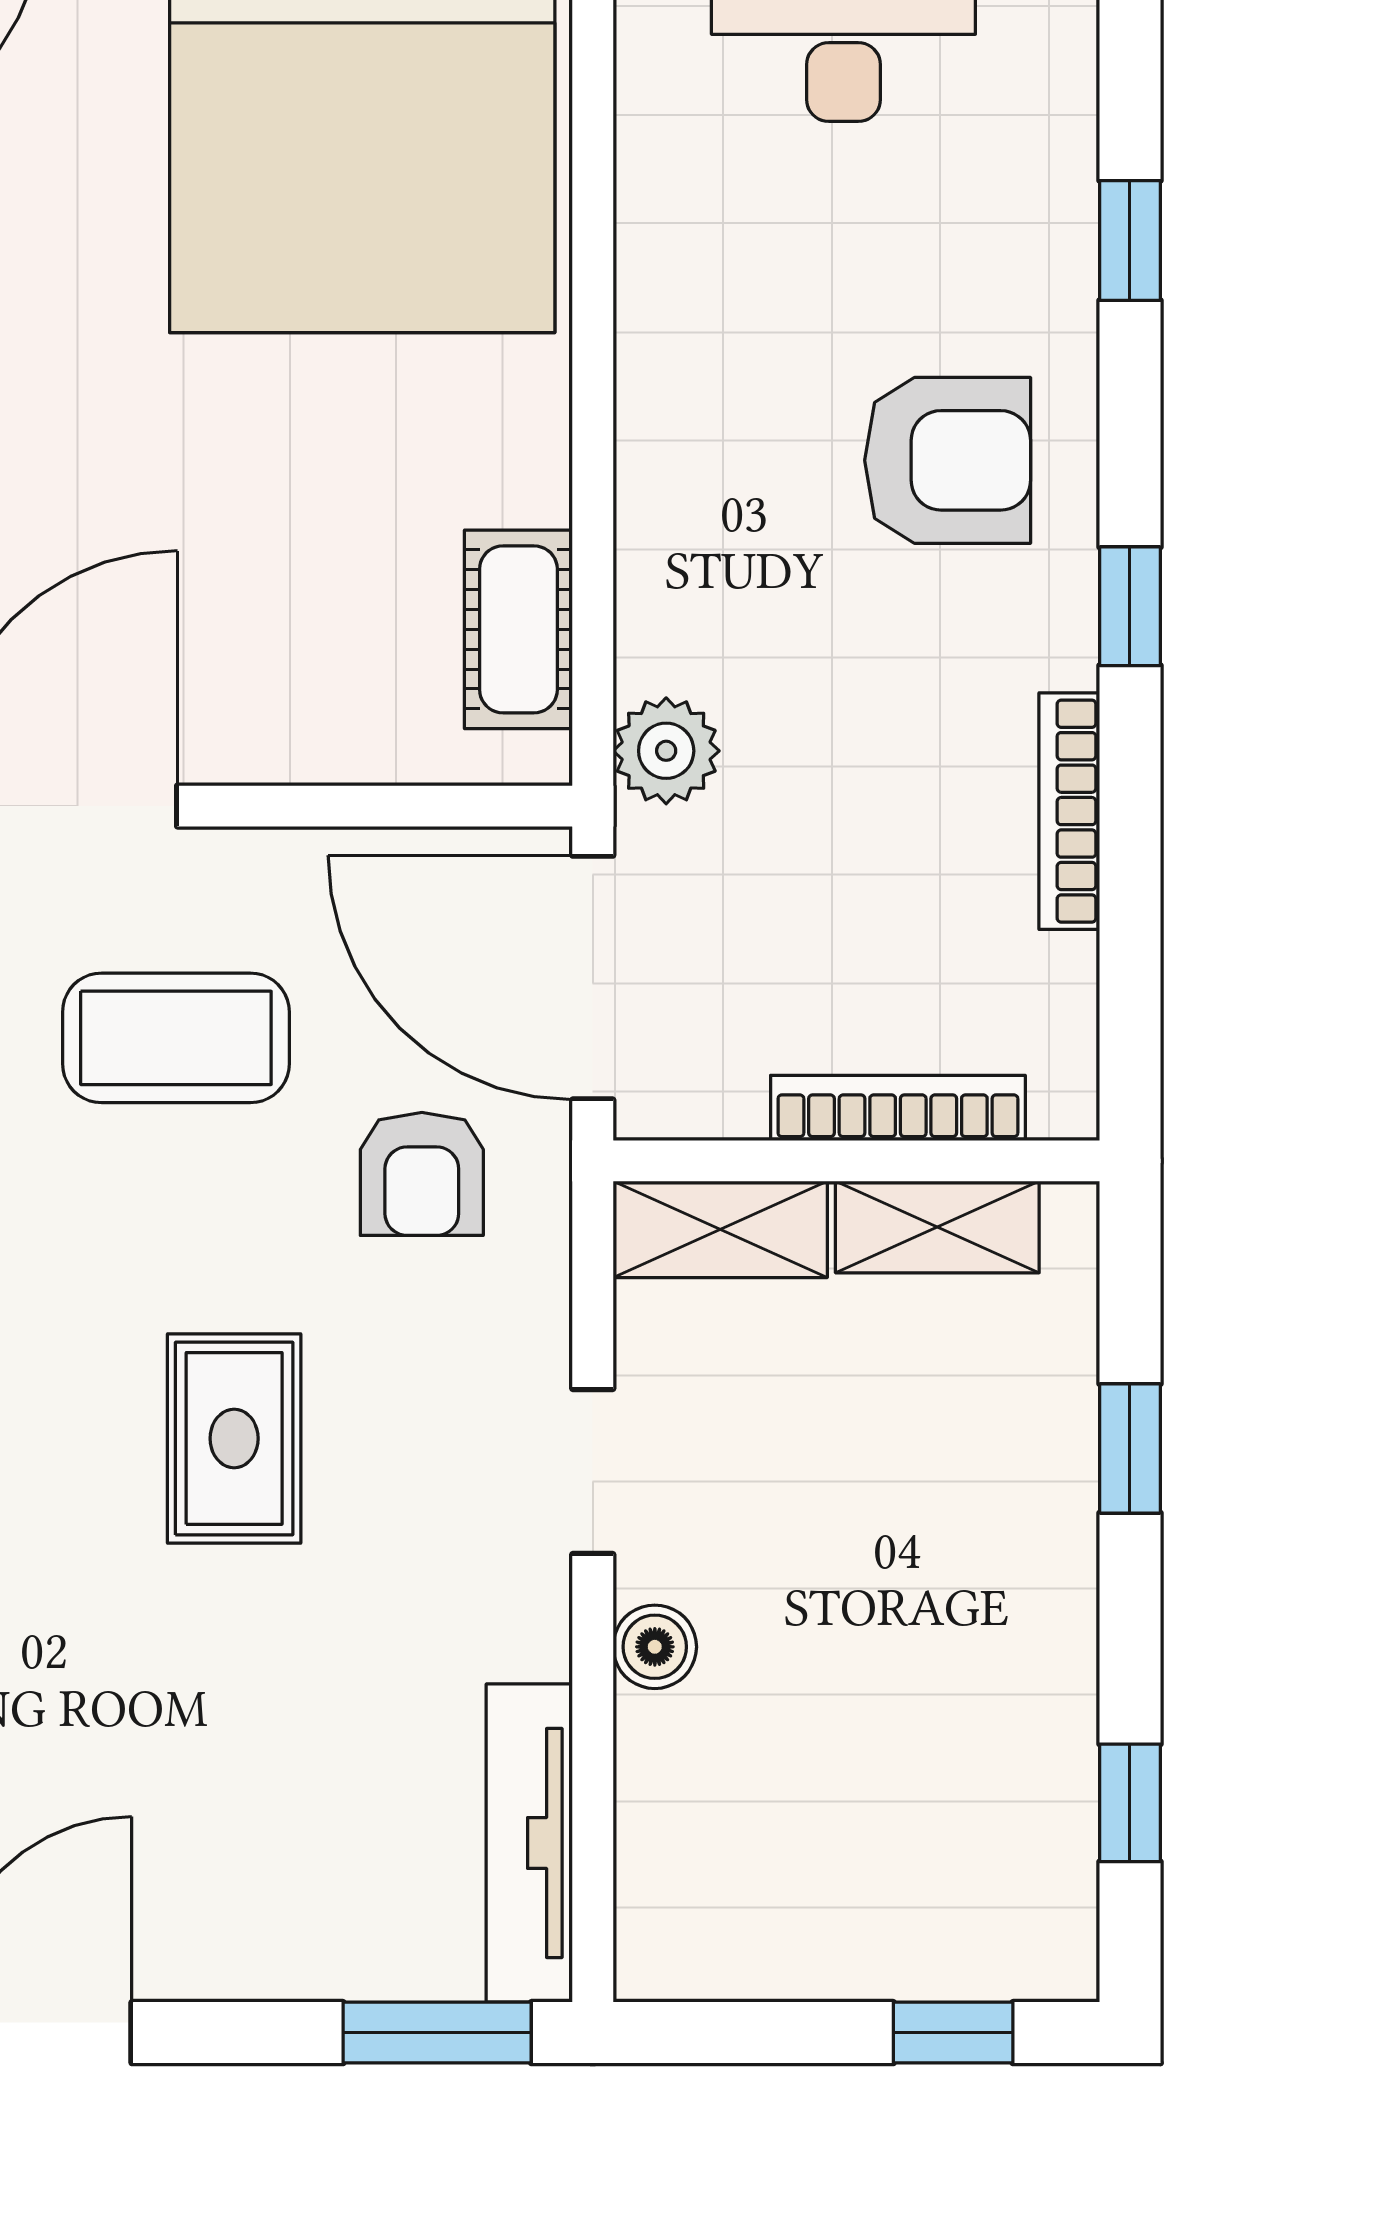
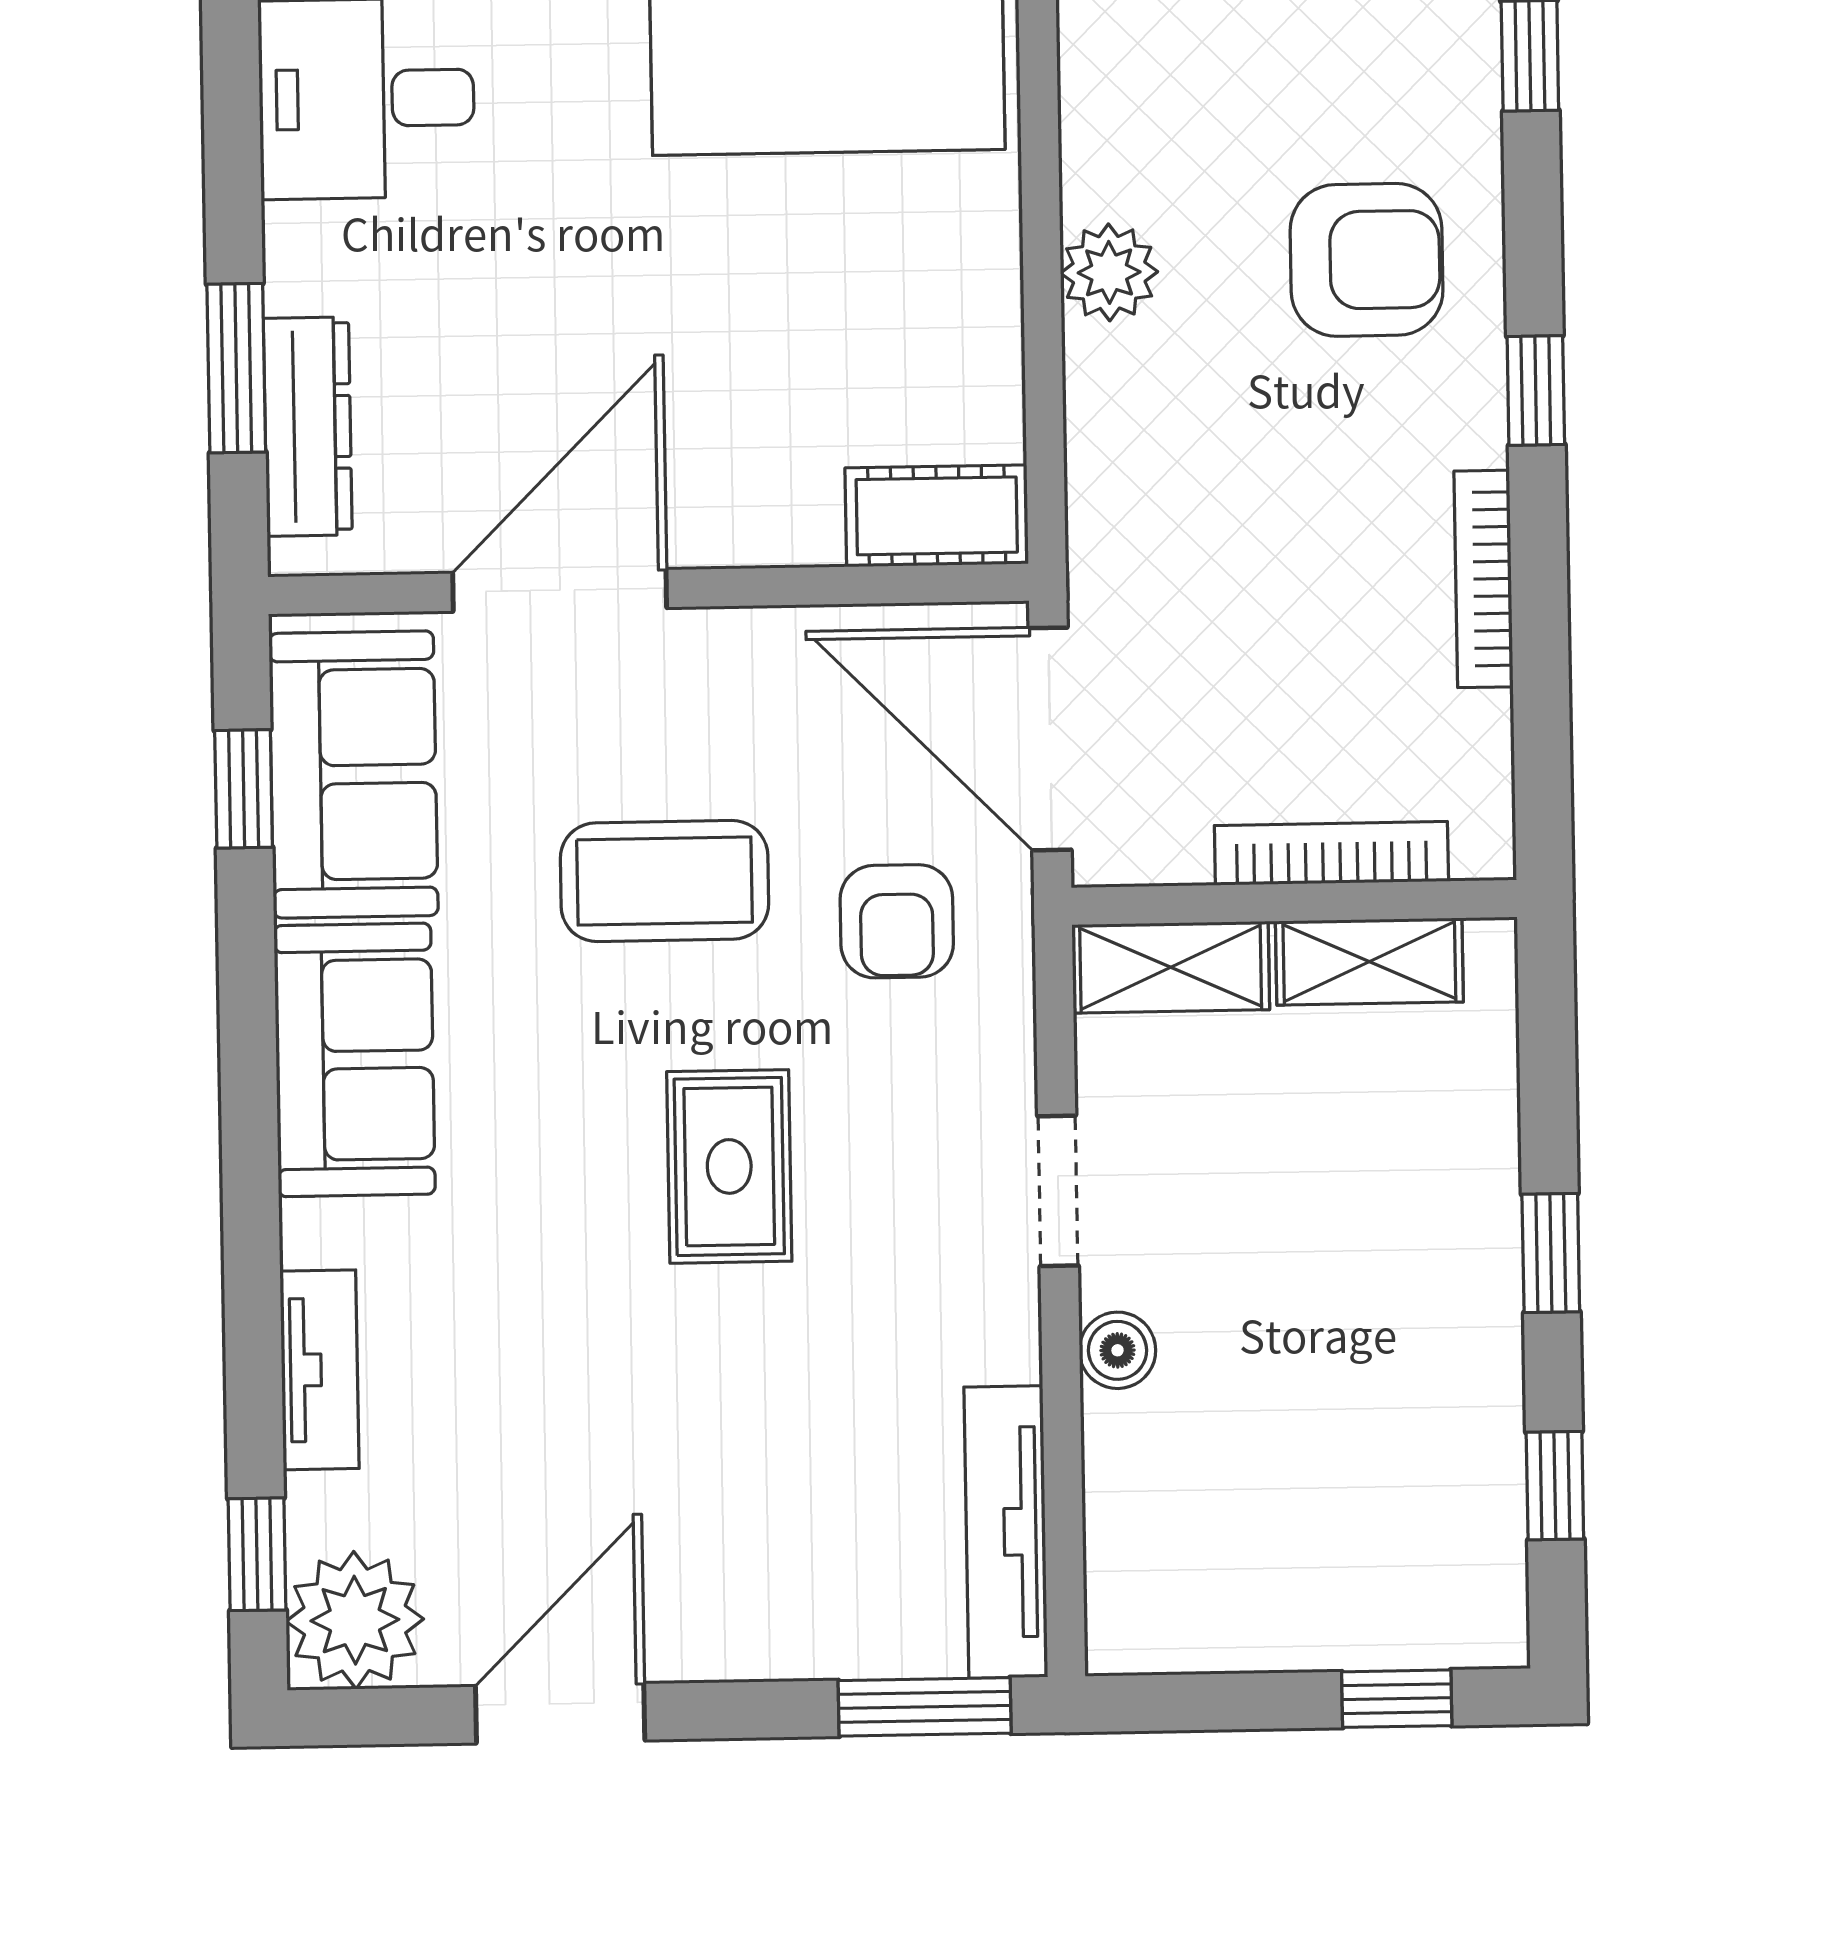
cot: (518, 629) -> (937, 516), moved, turned 90
plant: (666, 751) -> (1109, 272), moved
coffee table: (176, 1038) -> (665, 881), moved
window: (1130, 1448) -> (1551, 1253), moved

